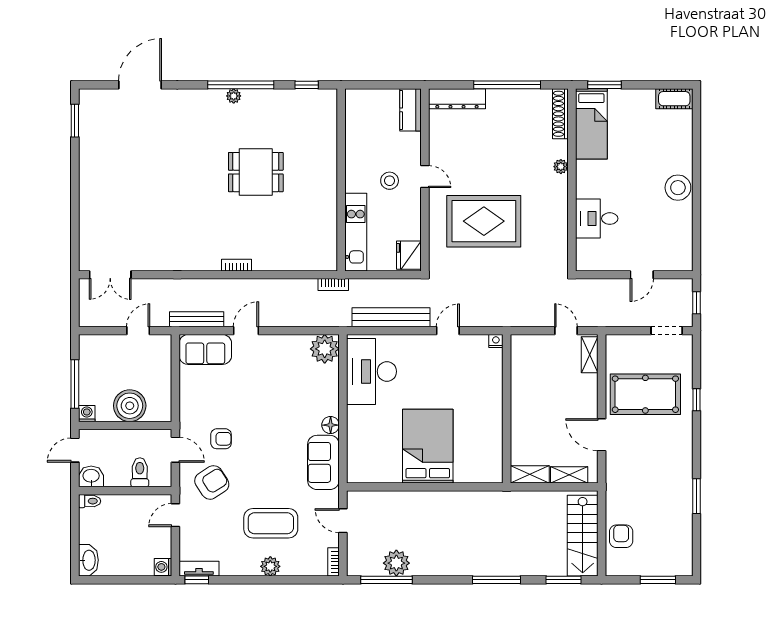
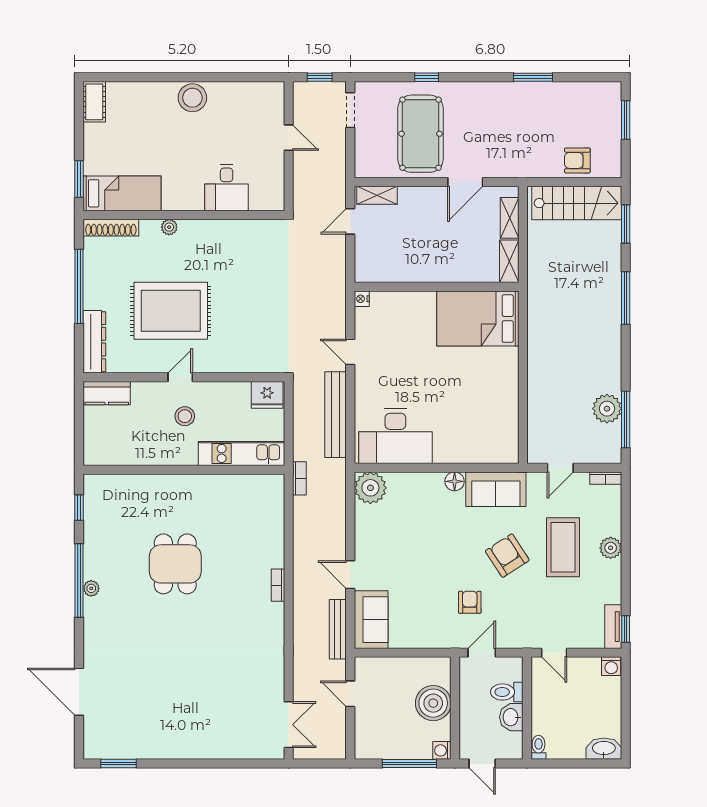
rug: (484, 221) -> (171, 311), moved, turned 90
bed: (428, 446) -> (478, 319), moved
washbasin: (91, 476) -> (511, 717), moved
armchair: (212, 482) -> (507, 556), moved

